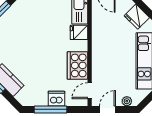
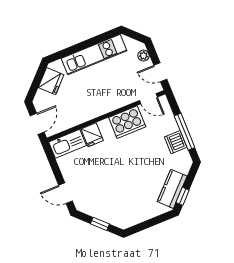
dishwasher: (56, 99) -> (176, 142), moved

